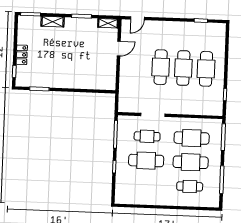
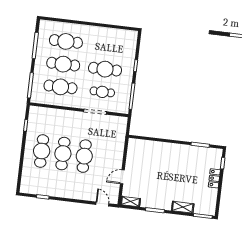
door: (137, 18) -> (102, 204), hinge flipped
cafe table: (190, 186) -> (66, 41), width x1.37, depth x1.35

